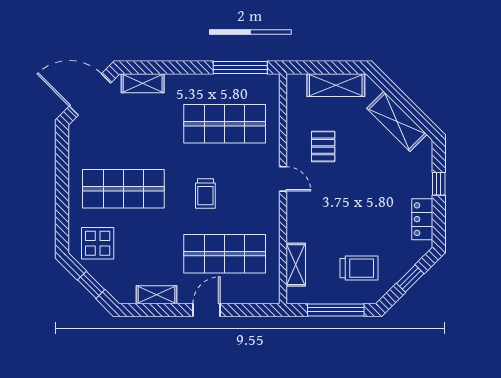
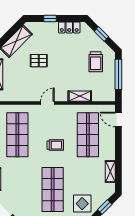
pallet: (323, 146) -> (39, 61), moved
shelving: (296, 265) -> (80, 96), moved
trolley: (359, 268) -> (96, 62), turned 180
door: (207, 310) -> (118, 120), moved

